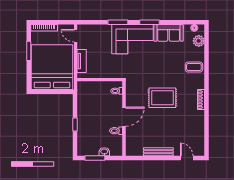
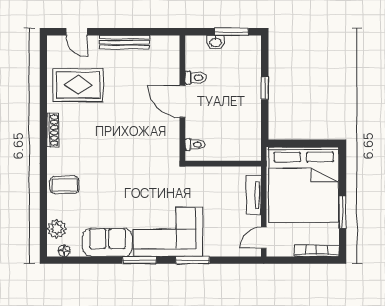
door: (76, 36) -> (264, 238), swing flipped
rug: (162, 98) -> (78, 85), moved
door: (124, 117) -> (182, 101), hinge flipped

